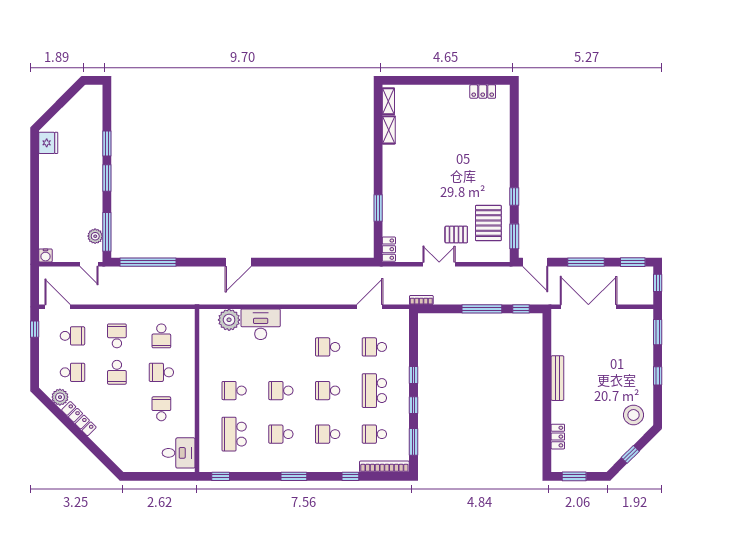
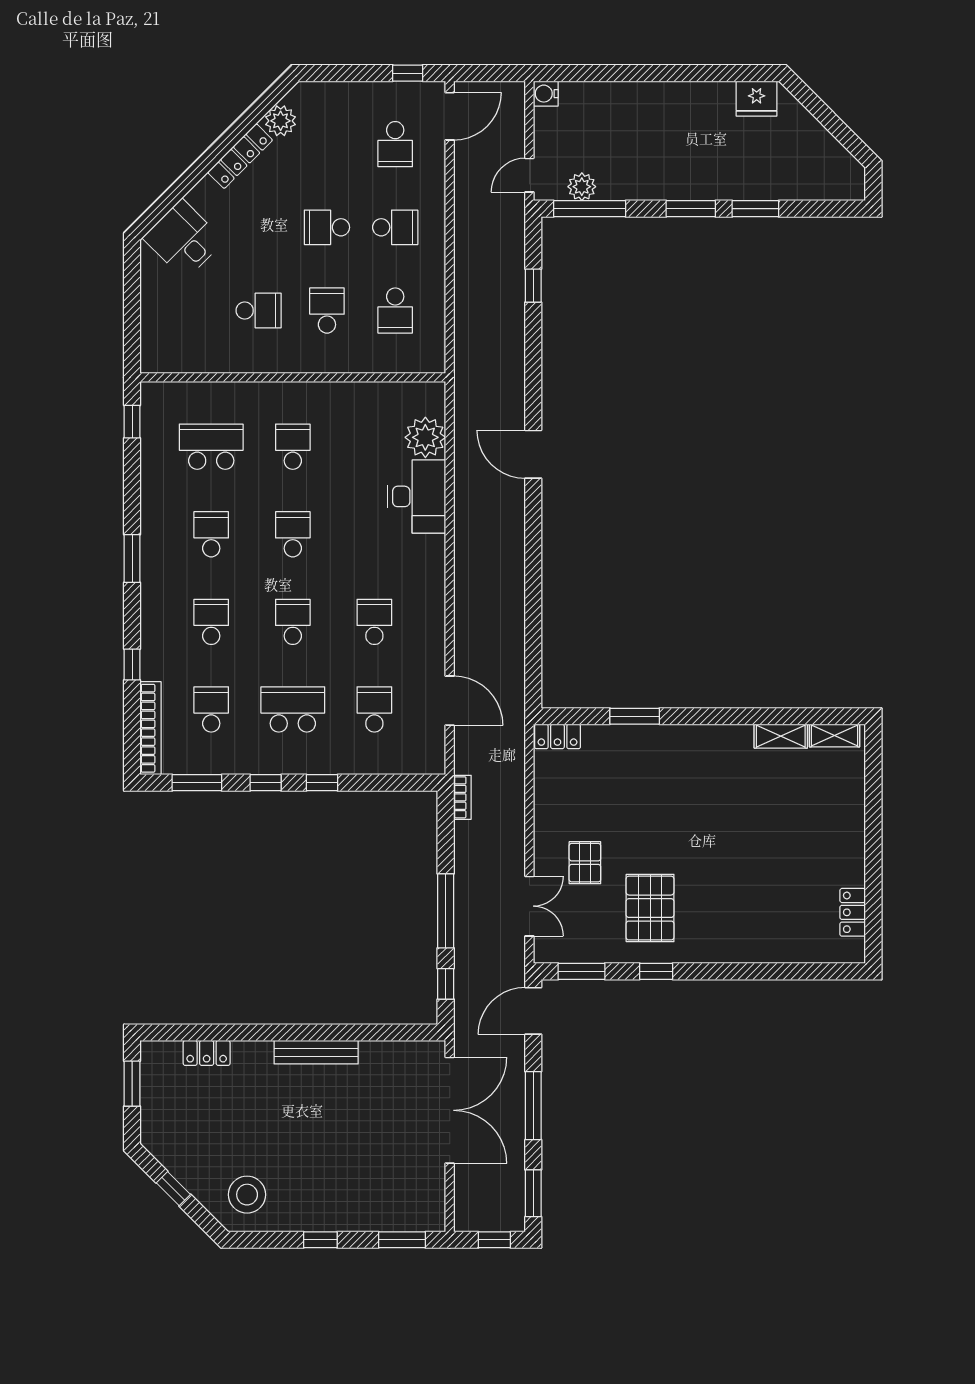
pallet: (488, 223) -> (650, 908), moved, turned 90
window: (148, 262) -> (533, 286), width x0.32
double door: (439, 264) -> (529, 906), moved
school desk: (161, 336) -> (395, 311), turned -90
school desk: (72, 372) -> (327, 144), removed
desk: (179, 453) -> (183, 239), moved, turned 135

